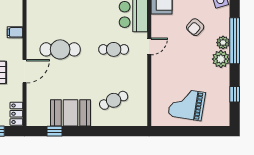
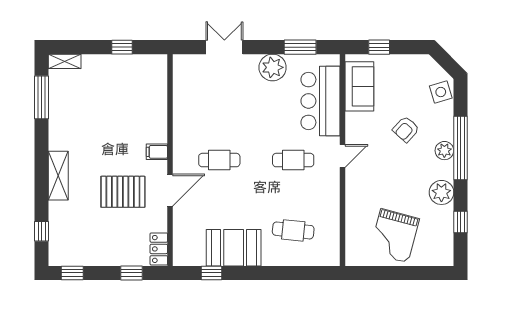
filing cabinet: (15, 32) -> (157, 152), moved
cafe table: (60, 49) -> (219, 160), width x0.73, depth x0.74
plant: (221, 59) -> (441, 192), moved
cafe table: (114, 100) -> (293, 230), turned 30
grand piano: (187, 104) -> (394, 236), turned -84

